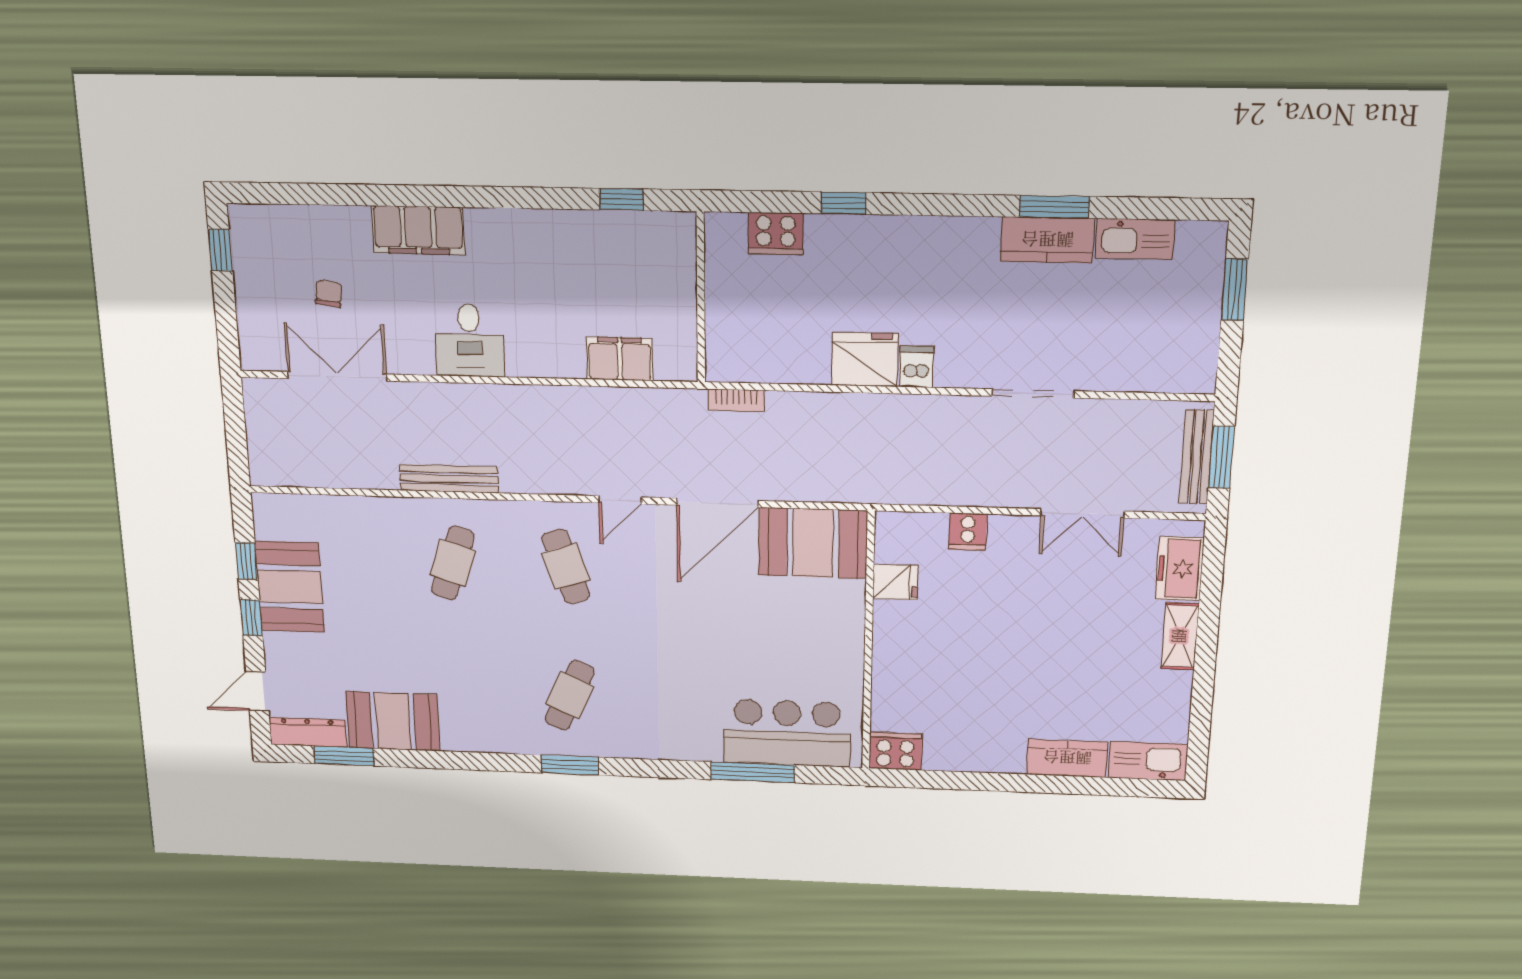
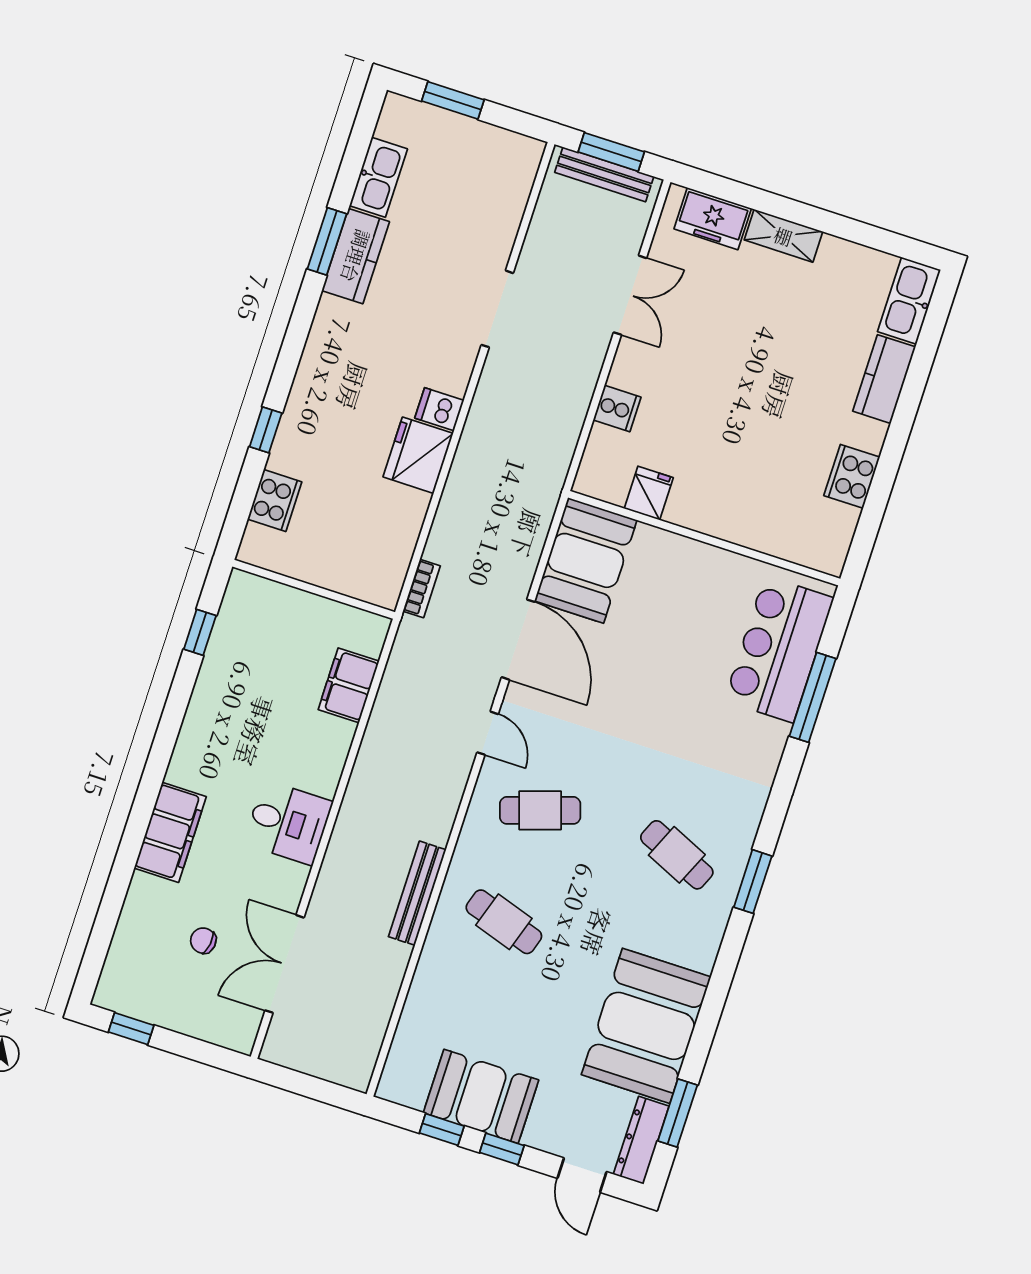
booth: (393, 721) -> (646, 1026), width x1.36, depth x1.42
cooker: (895, 751) -> (852, 476), moved

